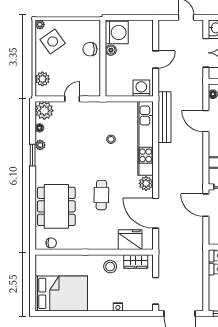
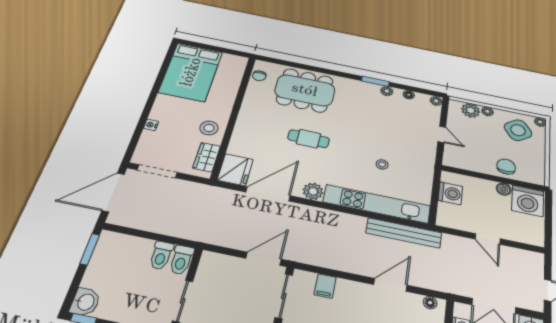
plant: (40, 66) -> (487, 111), added
washing machine: (141, 88) -> (450, 193), moved
plant: (44, 111) -> (436, 101), width x0.53, depth x0.53
fridge: (130, 240) -> (235, 170), moved

